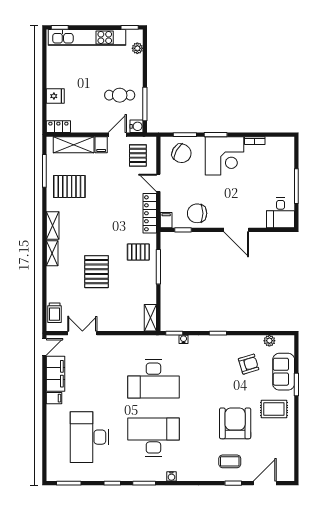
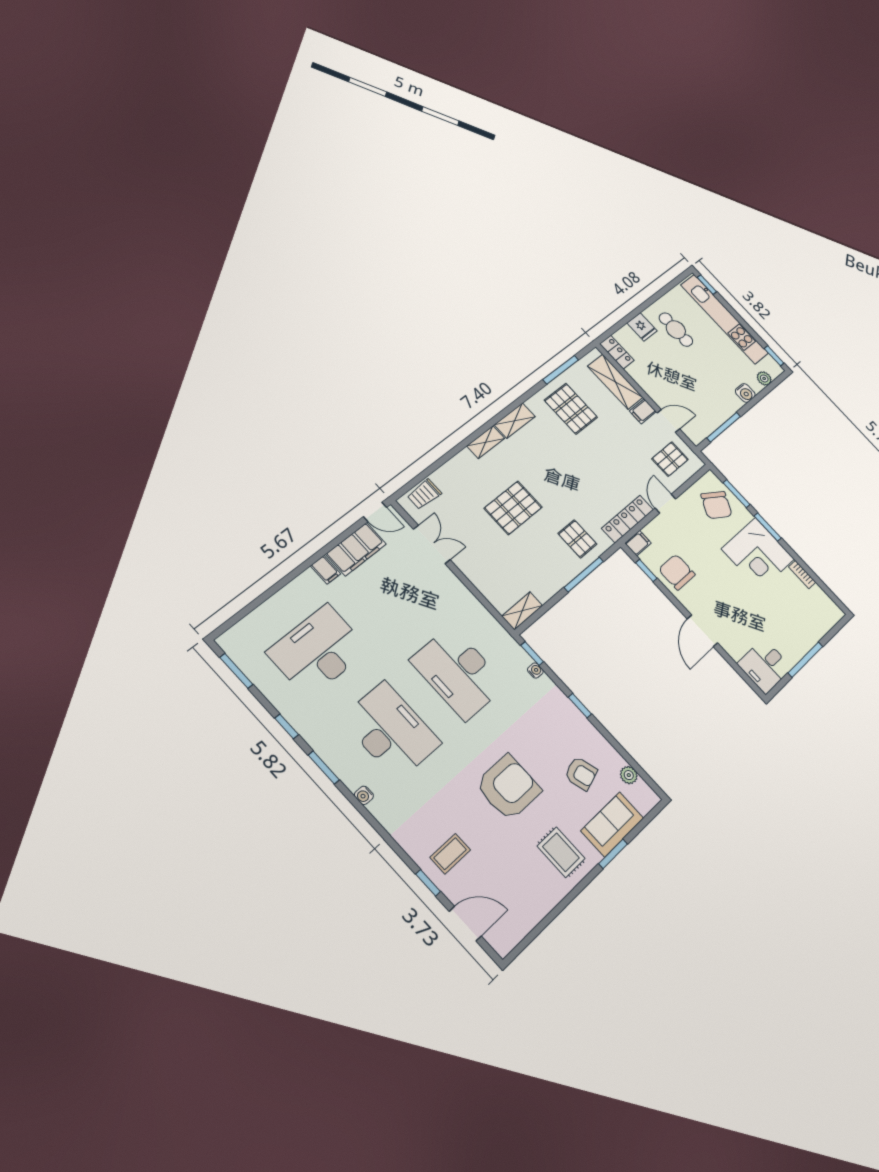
cafe table: (120, 95) -> (676, 330), moved
water cooler: (137, 126) -> (745, 393), moved
armchair: (235, 423) -> (508, 787), moved
coffee table: (230, 461) -> (450, 854), turned 90

